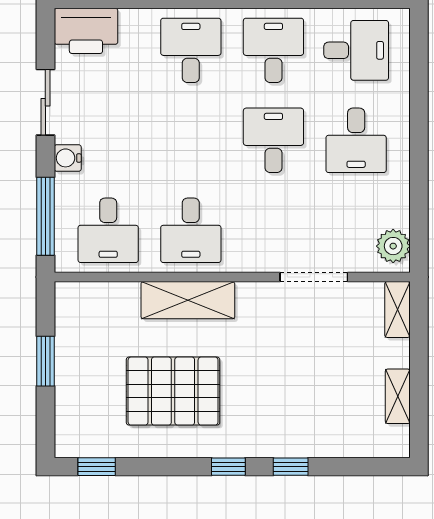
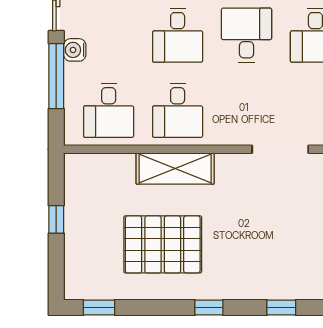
desk: (191, 140) -> (178, 35), added
window: (45, 216) -> (56, 76), moved
window: (45, 361) -> (56, 219), width x0.67
window: (291, 467) -> (281, 308), moved

